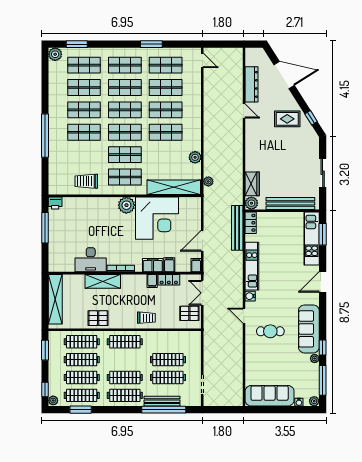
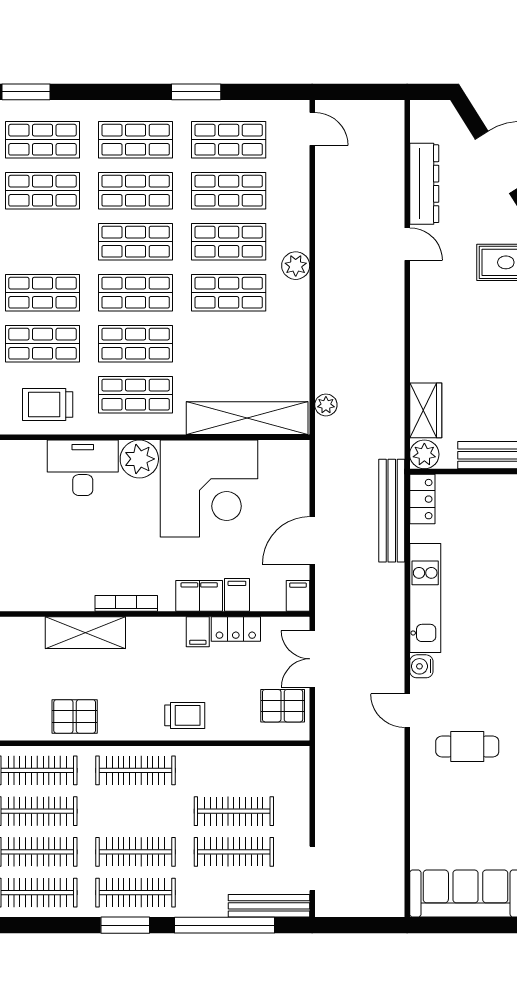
shop shelf: (84, 110) -> (42, 344), moved
plant: (195, 157) -> (296, 266), moved
desk: (91, 260) -> (83, 468), moved, turned 180
bench: (162, 401) -> (269, 906), moved
window: (81, 410) -> (125, 925), moved

